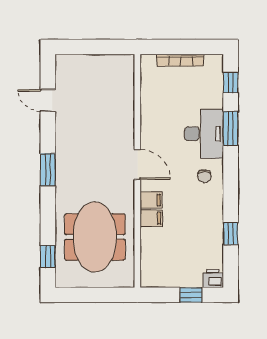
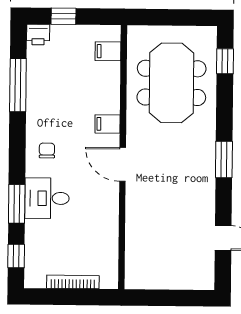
desk: (204, 134) -> (47, 198), width x0.73
filing cabinet: (151, 218) -> (108, 51), moved
window: (231, 234) -> (18, 85), width x2.17

